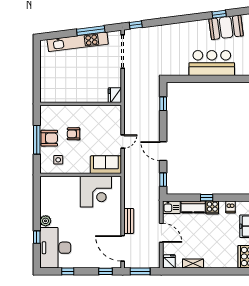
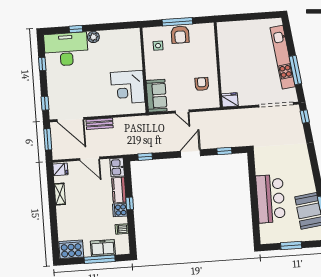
armchair: (74, 134) -> (202, 84), moved
door: (163, 151) -> (191, 153), moved
door: (161, 233) -> (90, 159), hinge flipped
door: (123, 248) -> (70, 119), swing flipped

